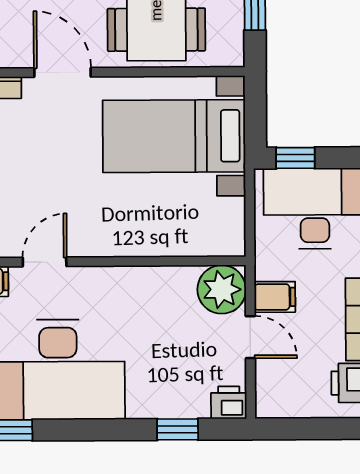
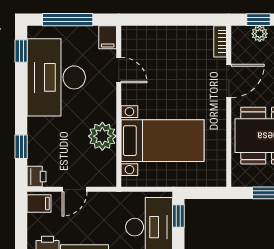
bed with nightstands: (174, 136) -> (163, 141), moved, turned 90
plant: (222, 289) -> (102, 136), moved
filing cabinet: (275, 297) -> (39, 203), moved, turned -90

